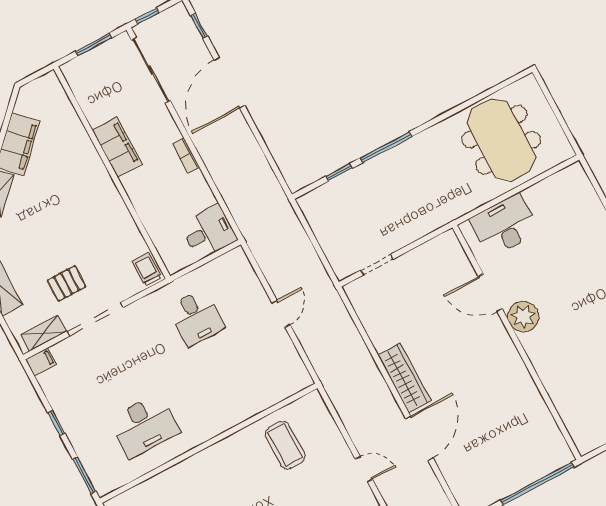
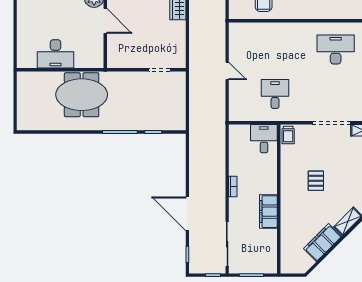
door: (229, 83) -> (187, 214), swing flipped
meeting table: (501, 140) -> (82, 95), moved, turned 90
desk: (504, 225) -> (56, 54), moved
desk: (208, 232) -> (264, 139), moved, turned 90
pallet: (67, 283) -> (316, 181), moved, turned 90
door: (281, 314) -> (227, 71), swing flipped

